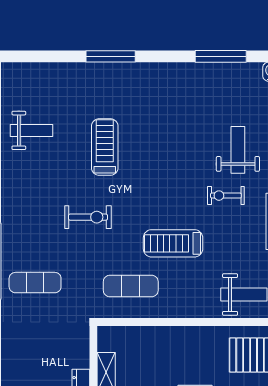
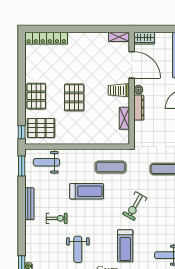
weight bench: (238, 150) -> (78, 249), moved
exercise bike: (88, 217) -> (135, 206), turned -60

